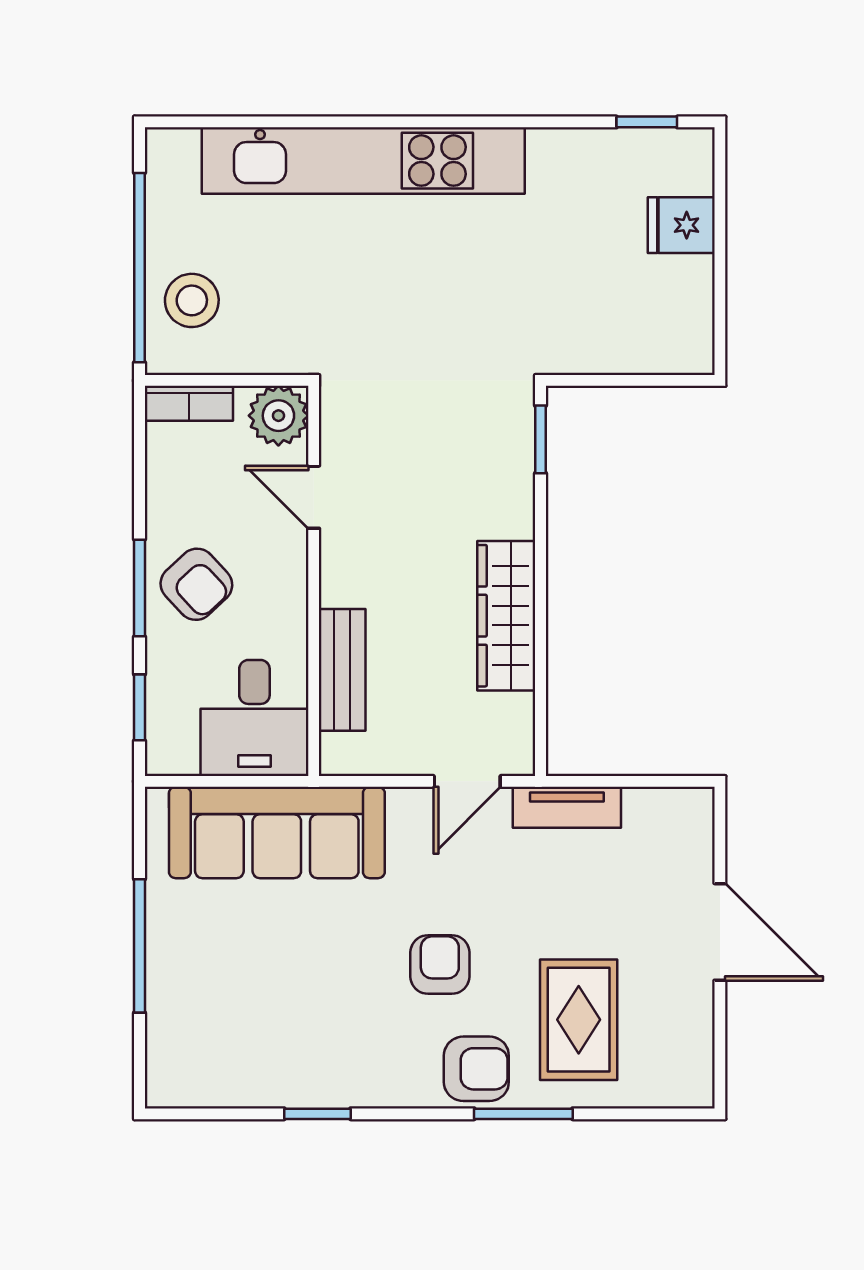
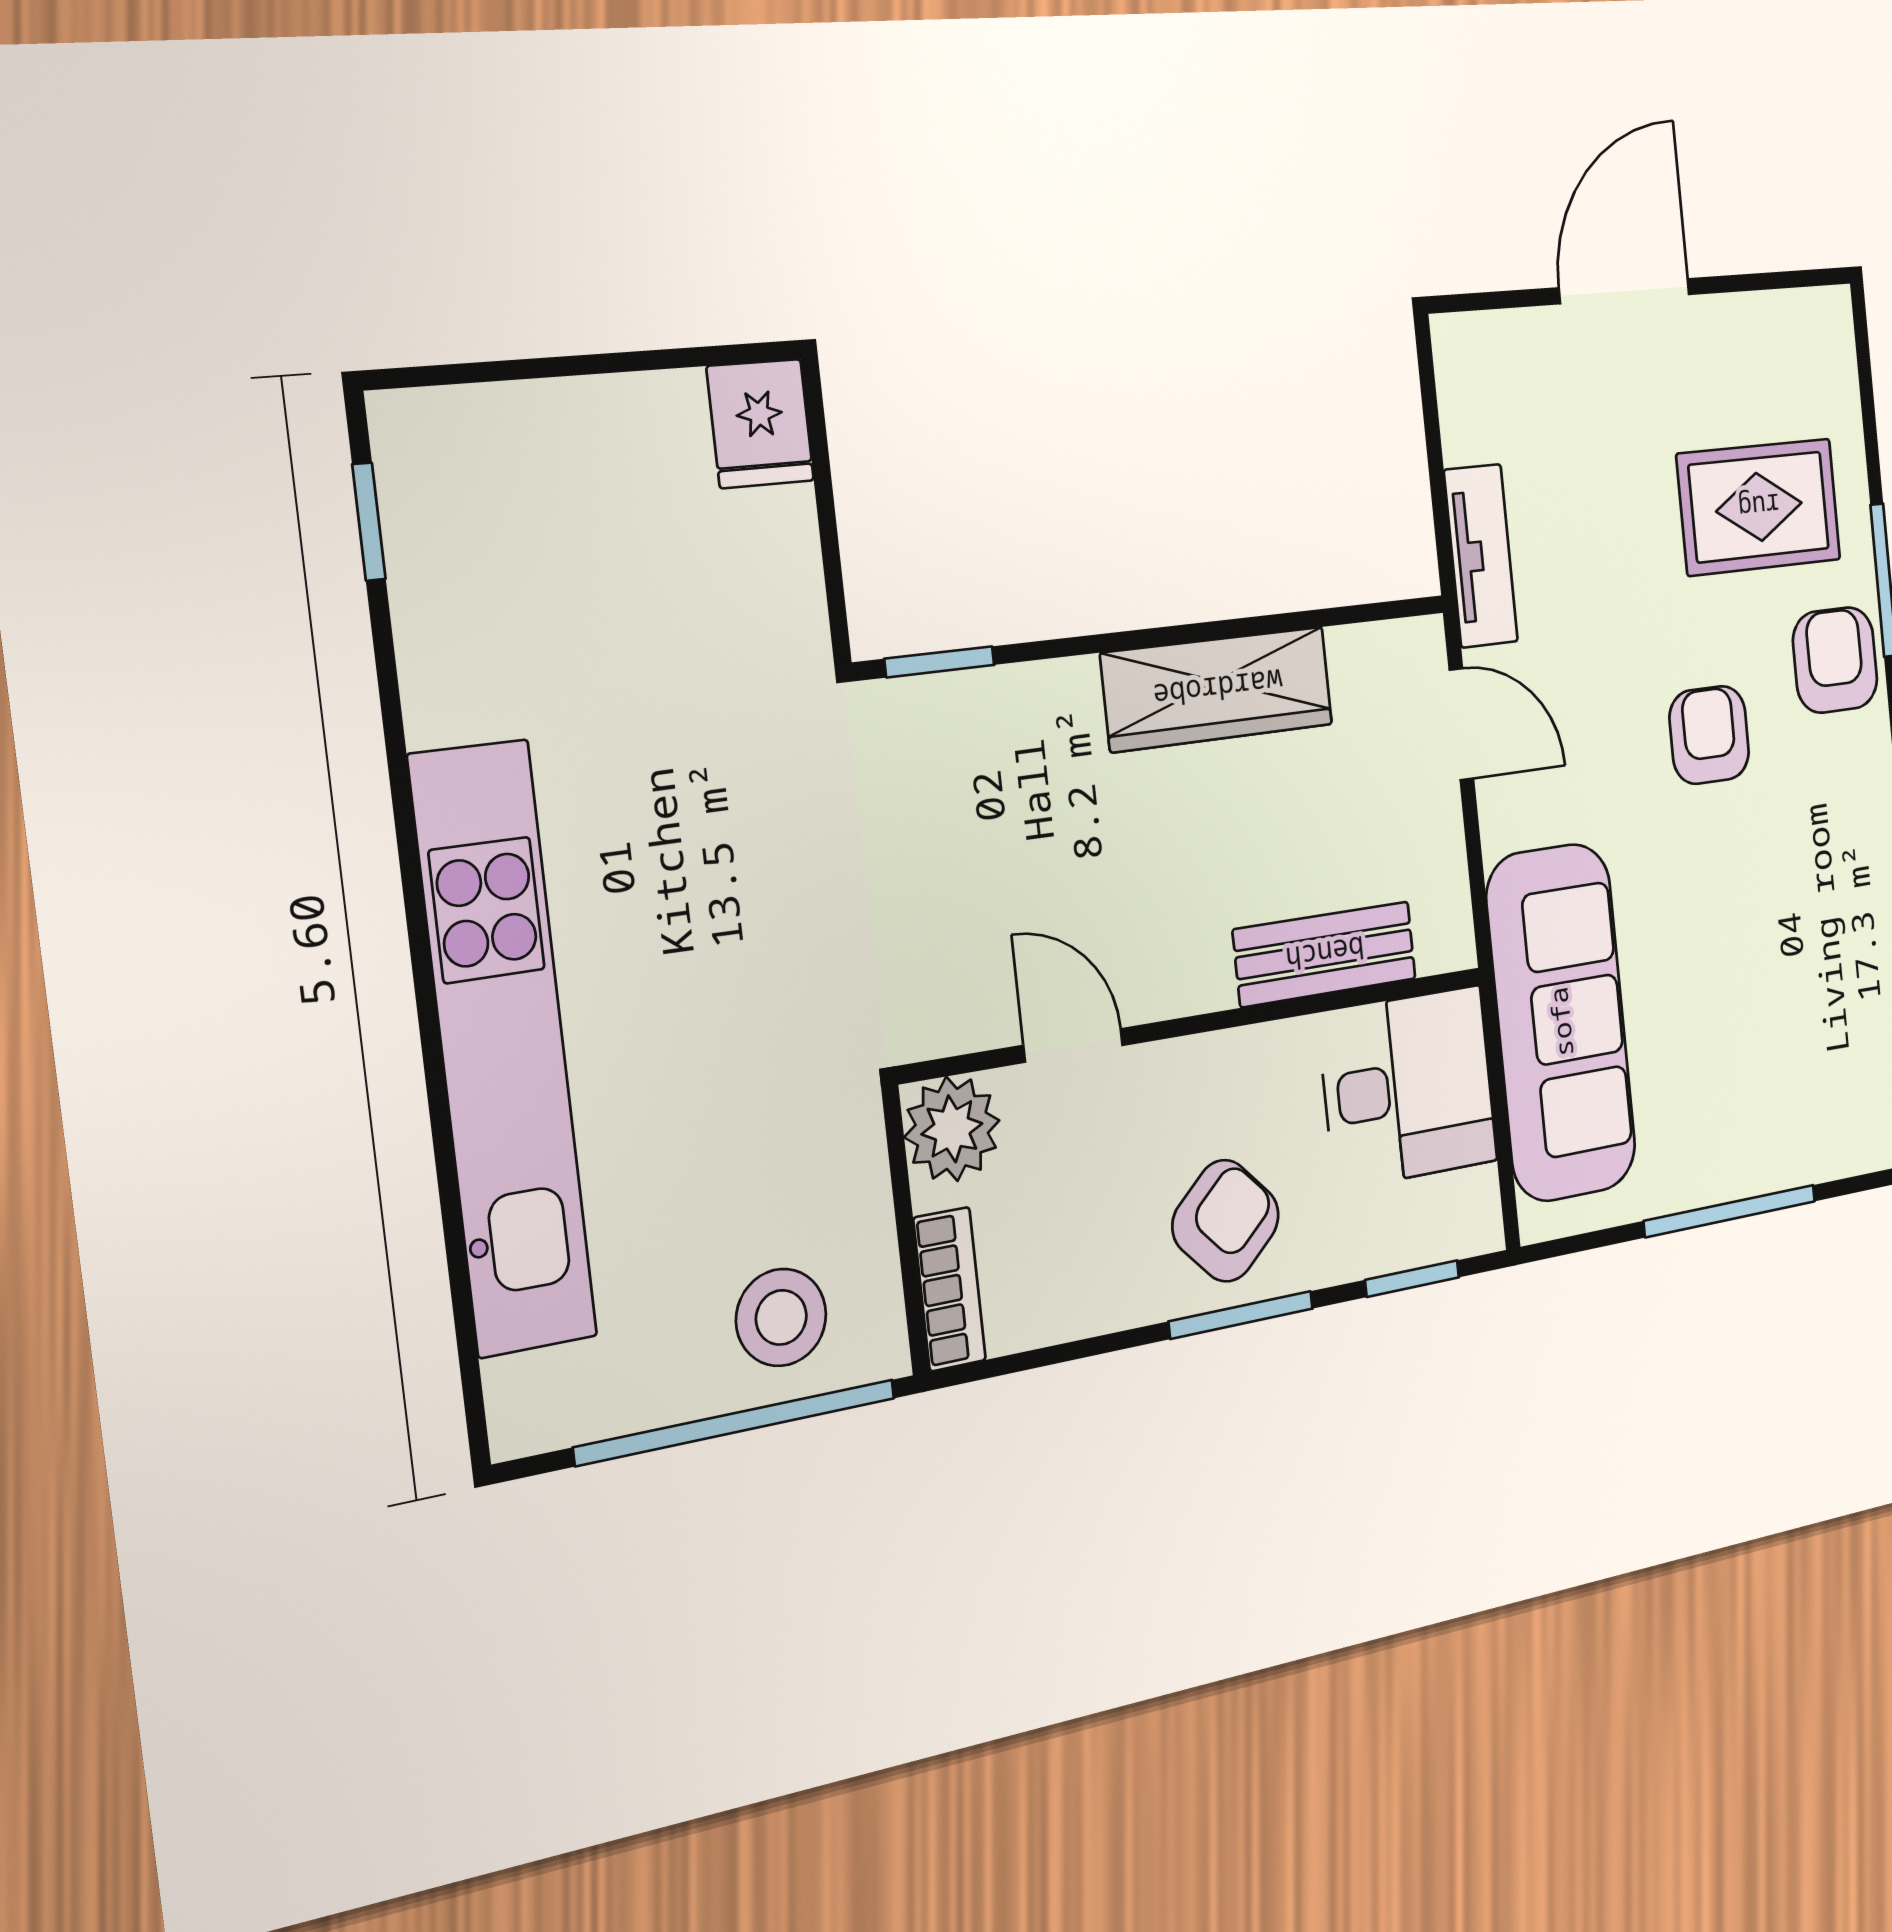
fridge: (681, 225) -> (760, 424), moved
door: (314, 497) -> (1073, 1045), swing flipped
armchair: (440, 965) -> (1709, 735), turned 90

